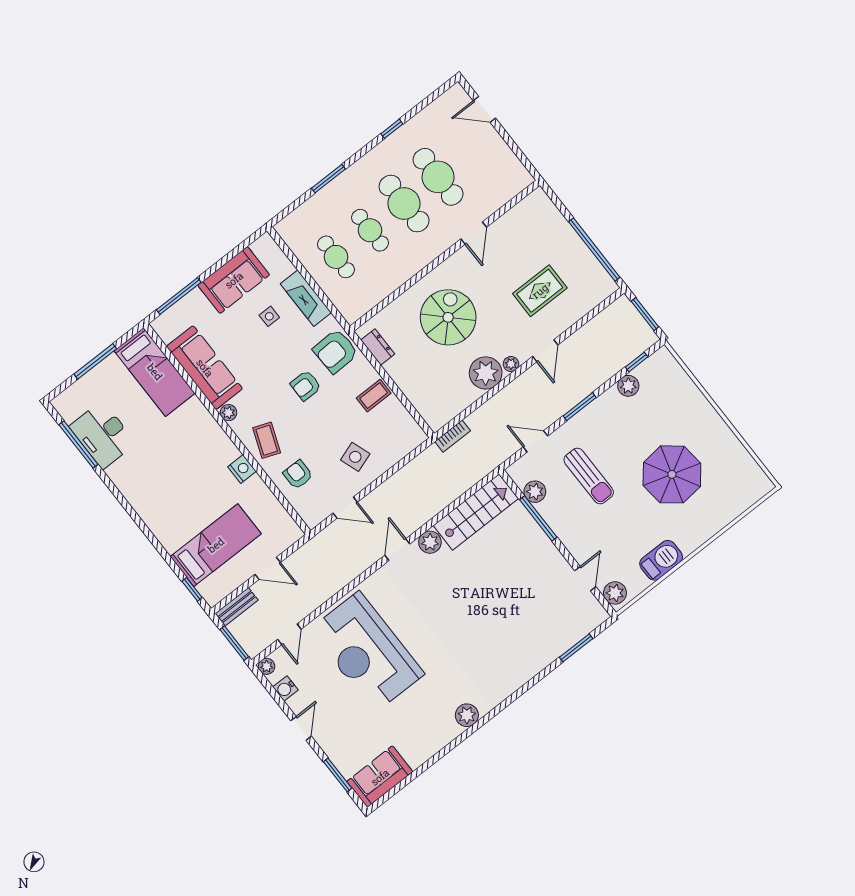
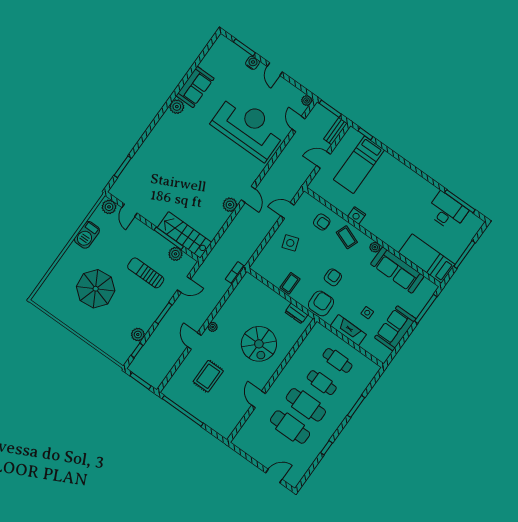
plant: (486, 373) -> (226, 317), removed
stairs: (476, 512) -> (185, 235), moved, turned 90
water cooler: (285, 689) -> (252, 63), moved
sofa: (380, 777) -> (195, 87), moved

